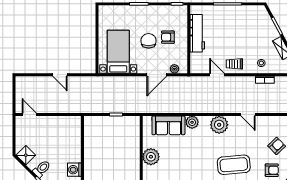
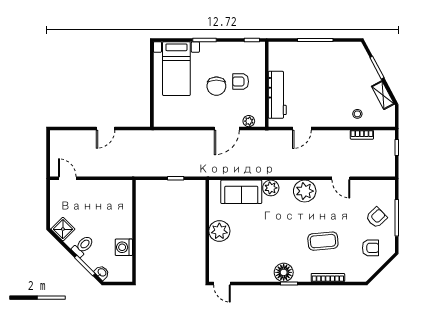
workbench: (197, 33) -> (277, 95), moved
chair: (149, 41) -> (216, 86), turned 180
bed with nightstands: (118, 52) -> (176, 69), moved, turned 180
trolley: (234, 64) -> (324, 115), removed
door: (60, 75) -> (106, 128), hinge flipped
door: (217, 75) -> (302, 128), swing flipped
coffee table: (234, 165) -> (323, 241), width x0.73, depth x0.76

